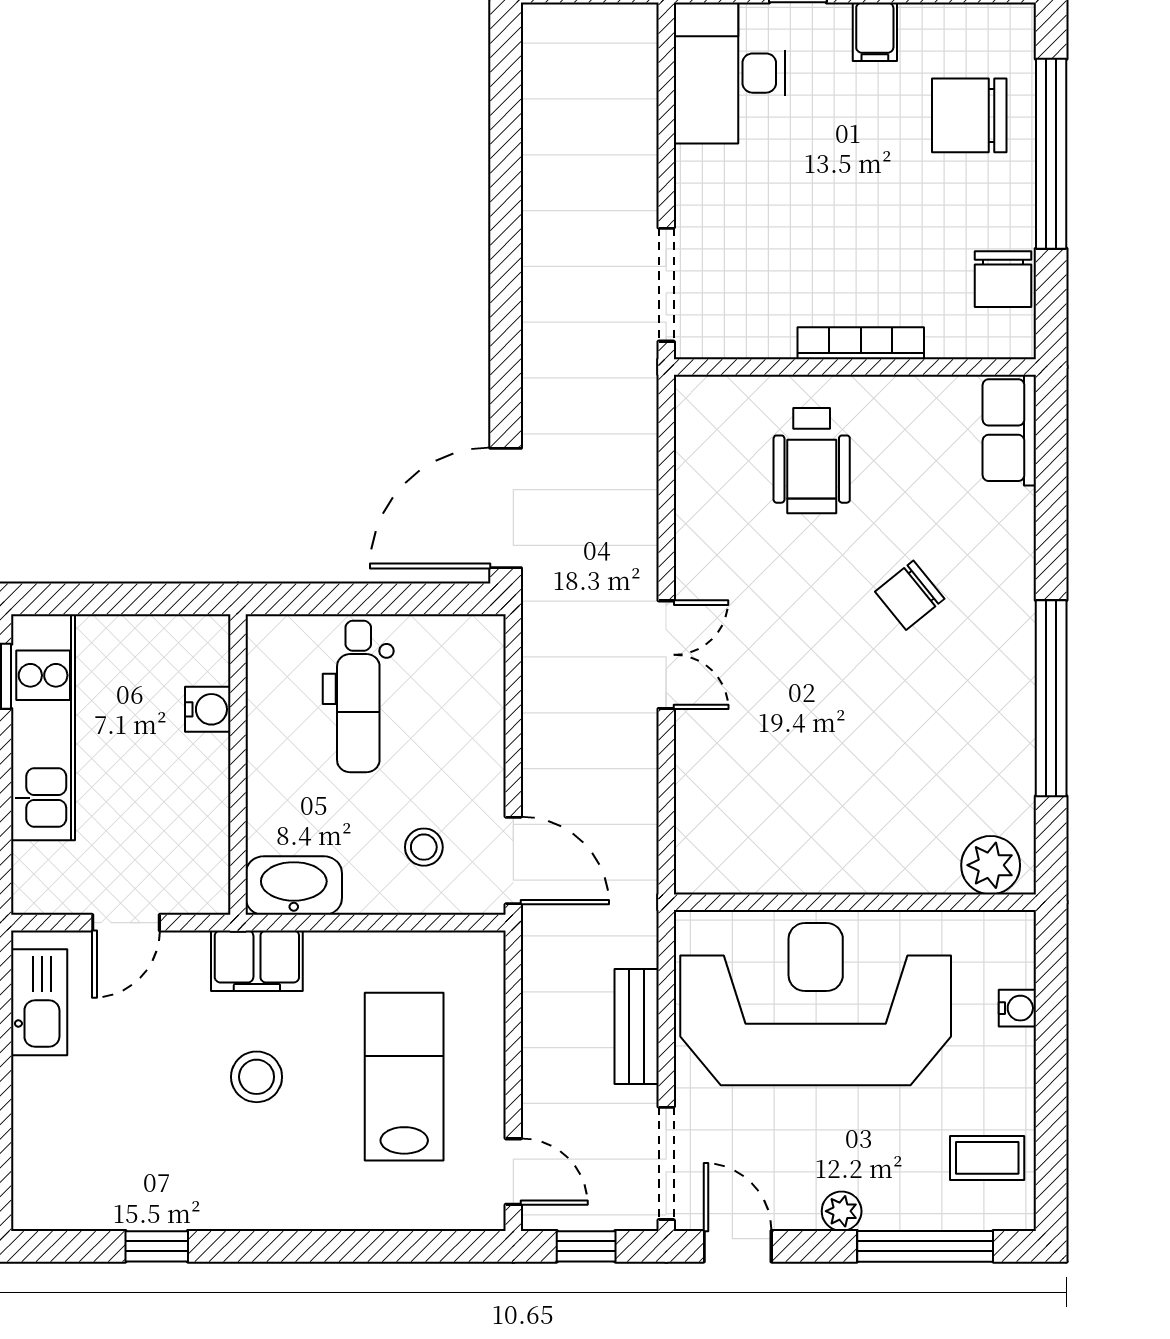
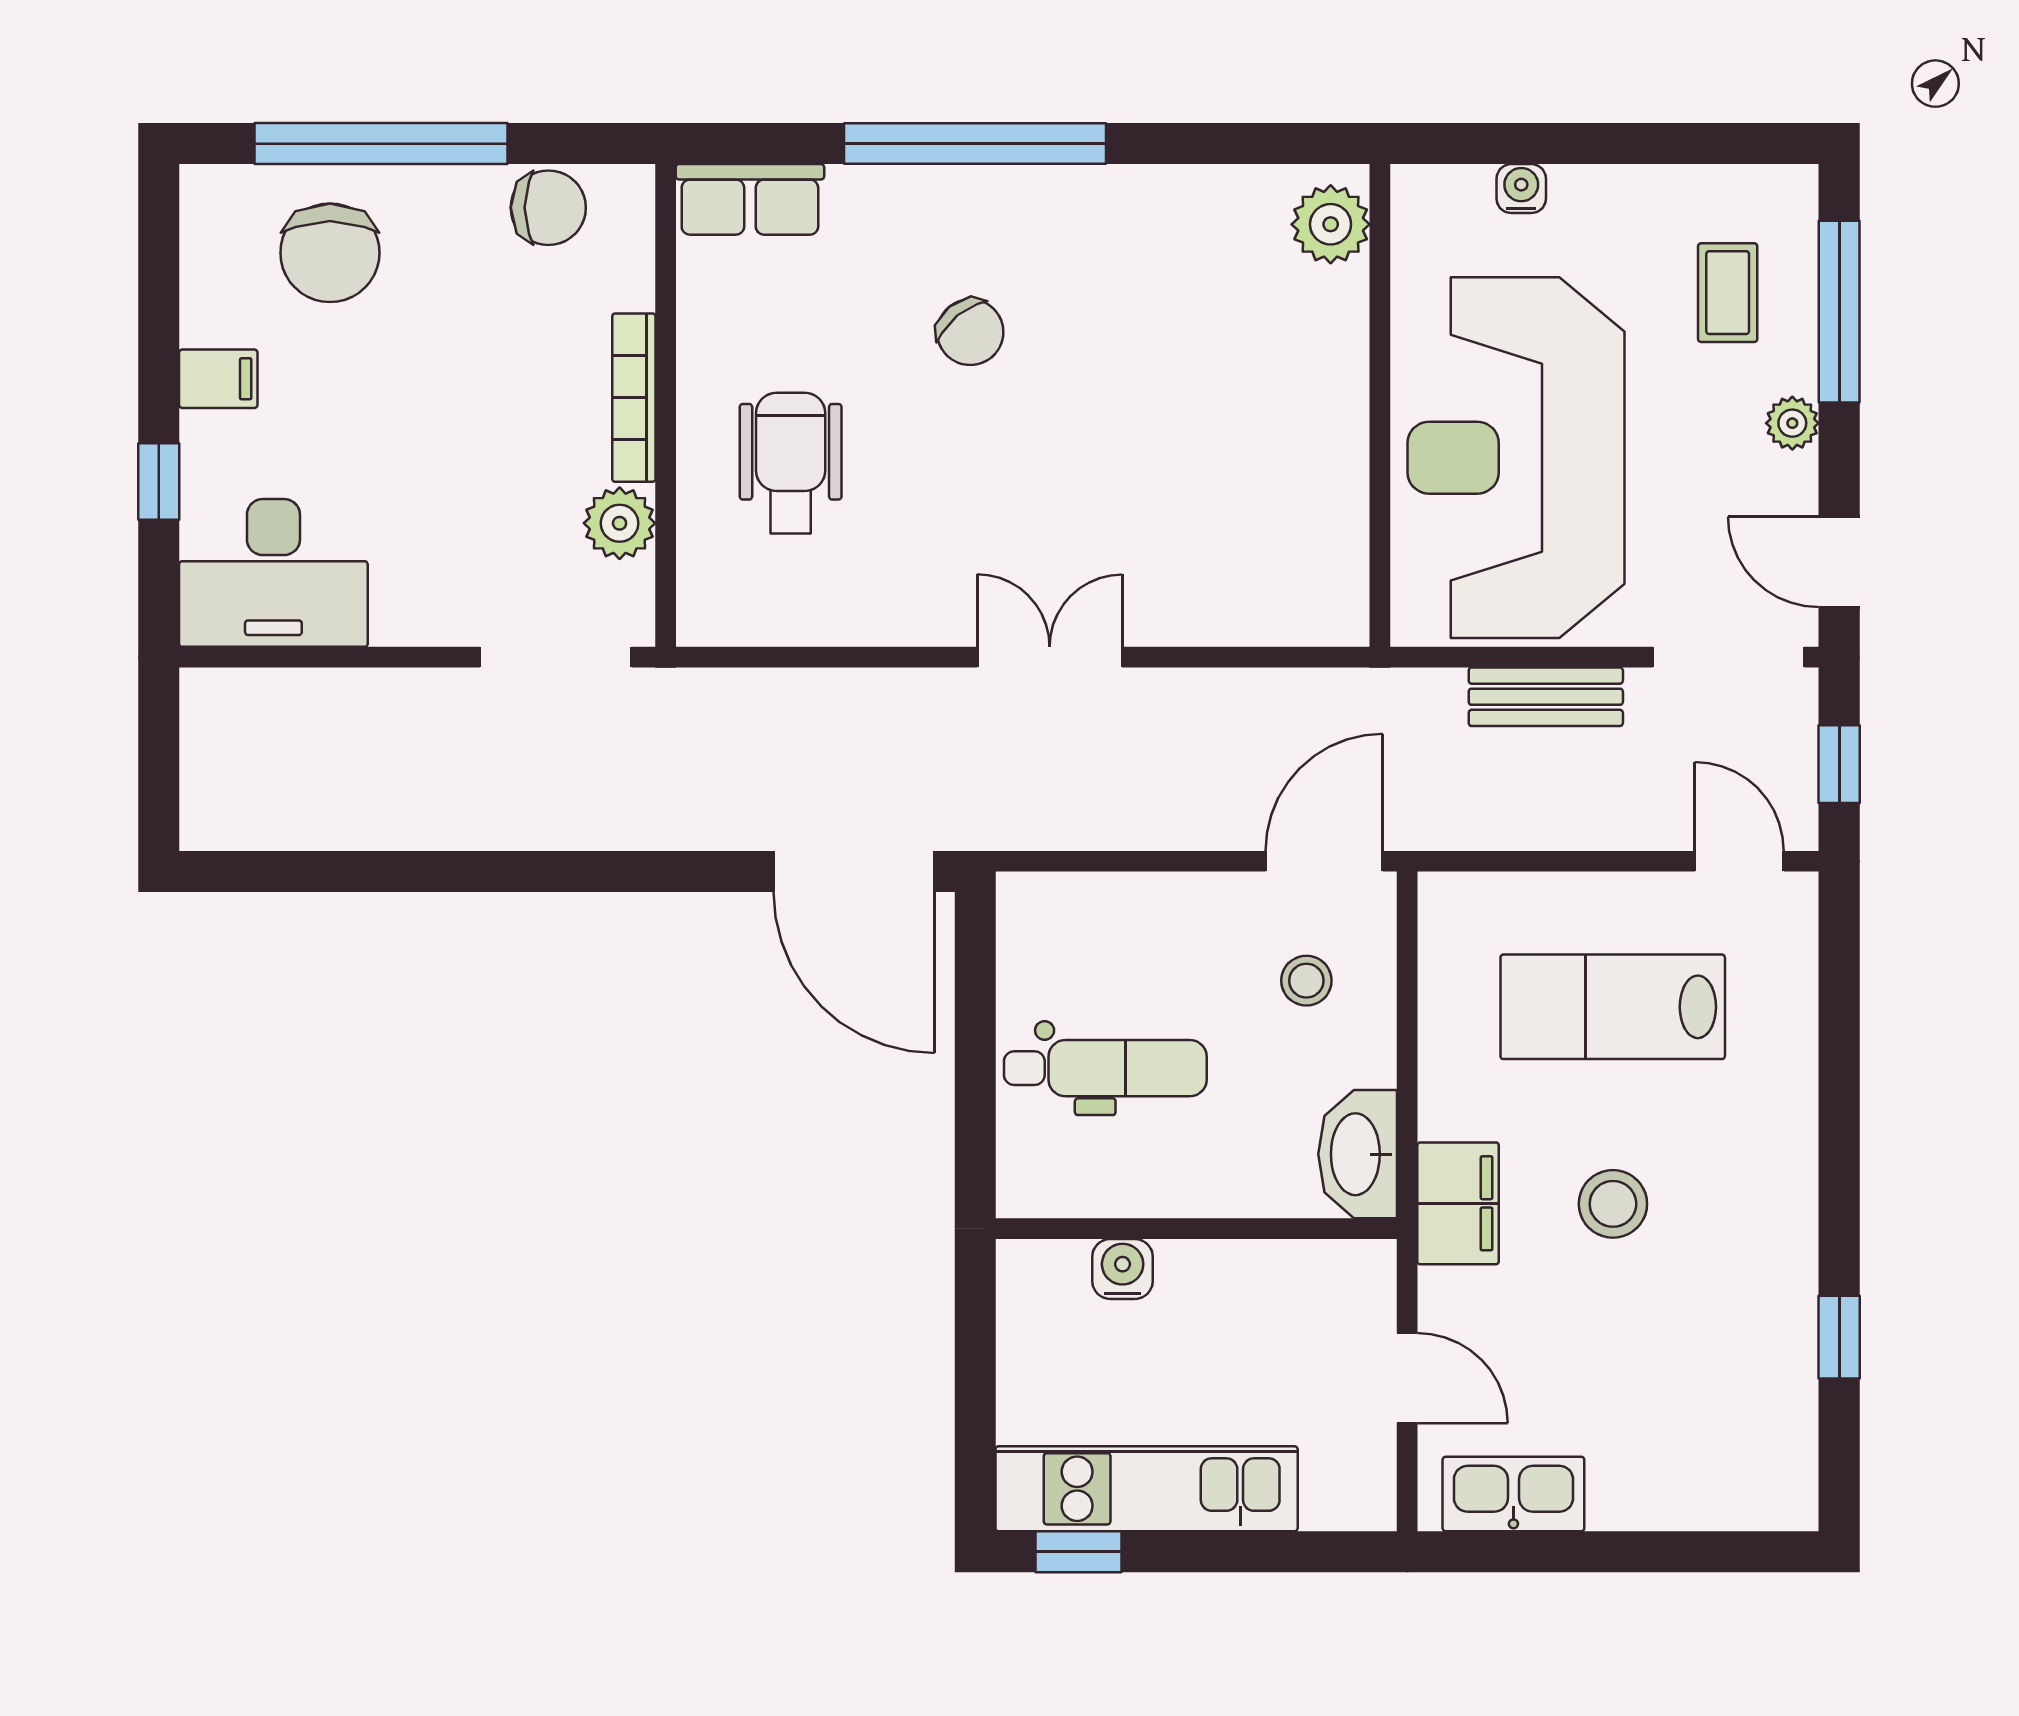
plant: (767, 332) -> (620, 523), added
wheelchair: (812, 461) -> (791, 463), turned -90
window: (1051, 698) -> (975, 144), moved
coffee table: (987, 1158) -> (1728, 293), moved
door: (513, 1172) -> (1739, 861), hinge flipped
door: (738, 1246) -> (1839, 562), hinge flipped

